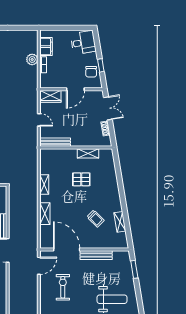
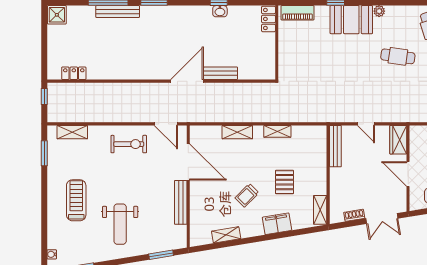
door: (39, 120) -> (366, 124), hinge flipped
shelving: (88, 153) -> (320, 210), moved
filing cabinet: (112, 185) -> (277, 224), added
trolley: (96, 219) -> (247, 195), moved
door: (67, 249) -> (188, 162), hinge flipped
exercise bike: (63, 287) -> (129, 144), moved

